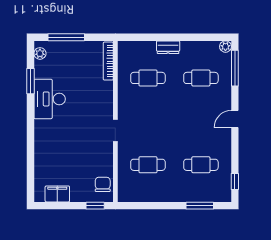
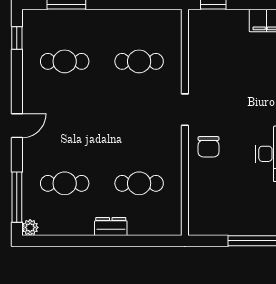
bookcase: (108, 61) -> (195, 207), removed
chair: (103, 184) -> (208, 147), moved

